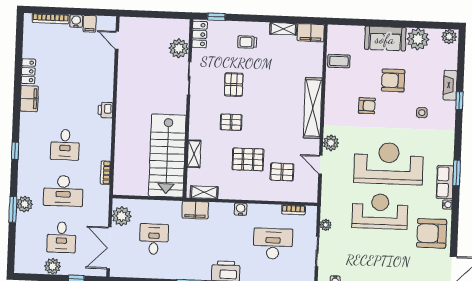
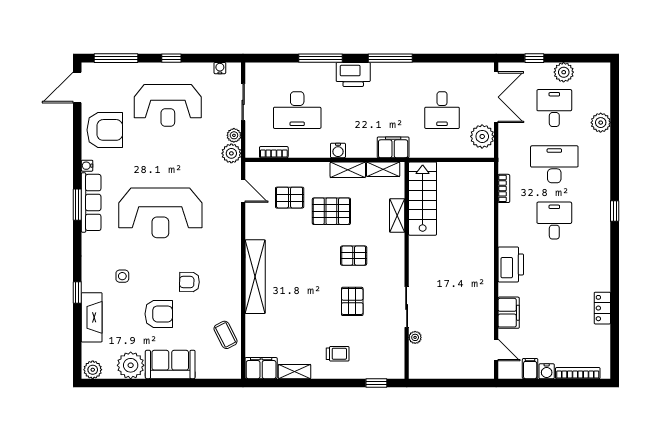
locker: (200, 34) -> (396, 361), removed
plant: (179, 48) -> (415, 337), width x0.53, depth x0.53
coffee table: (339, 61) -> (226, 335), turned 63
fireplace: (450, 85) -> (92, 317), width x1.37, depth x1.32
filing cabinet: (29, 99) -> (509, 313), moved, turned 180
printer: (106, 110) -> (511, 264), width x1.87, depth x1.48
plant: (331, 143) -> (231, 153), moved
stairs: (167, 156) -> (423, 199), width x0.73, depth x0.66
door: (320, 165) -> (243, 191), moved
row of seats: (445, 182) -> (91, 202), width x1.48
shelving: (233, 193) -> (348, 170), added
plant: (25, 204) -> (601, 123), moved
window: (13, 209) -> (615, 140), removed
reception desk: (380, 211) -> (168, 105), moved

